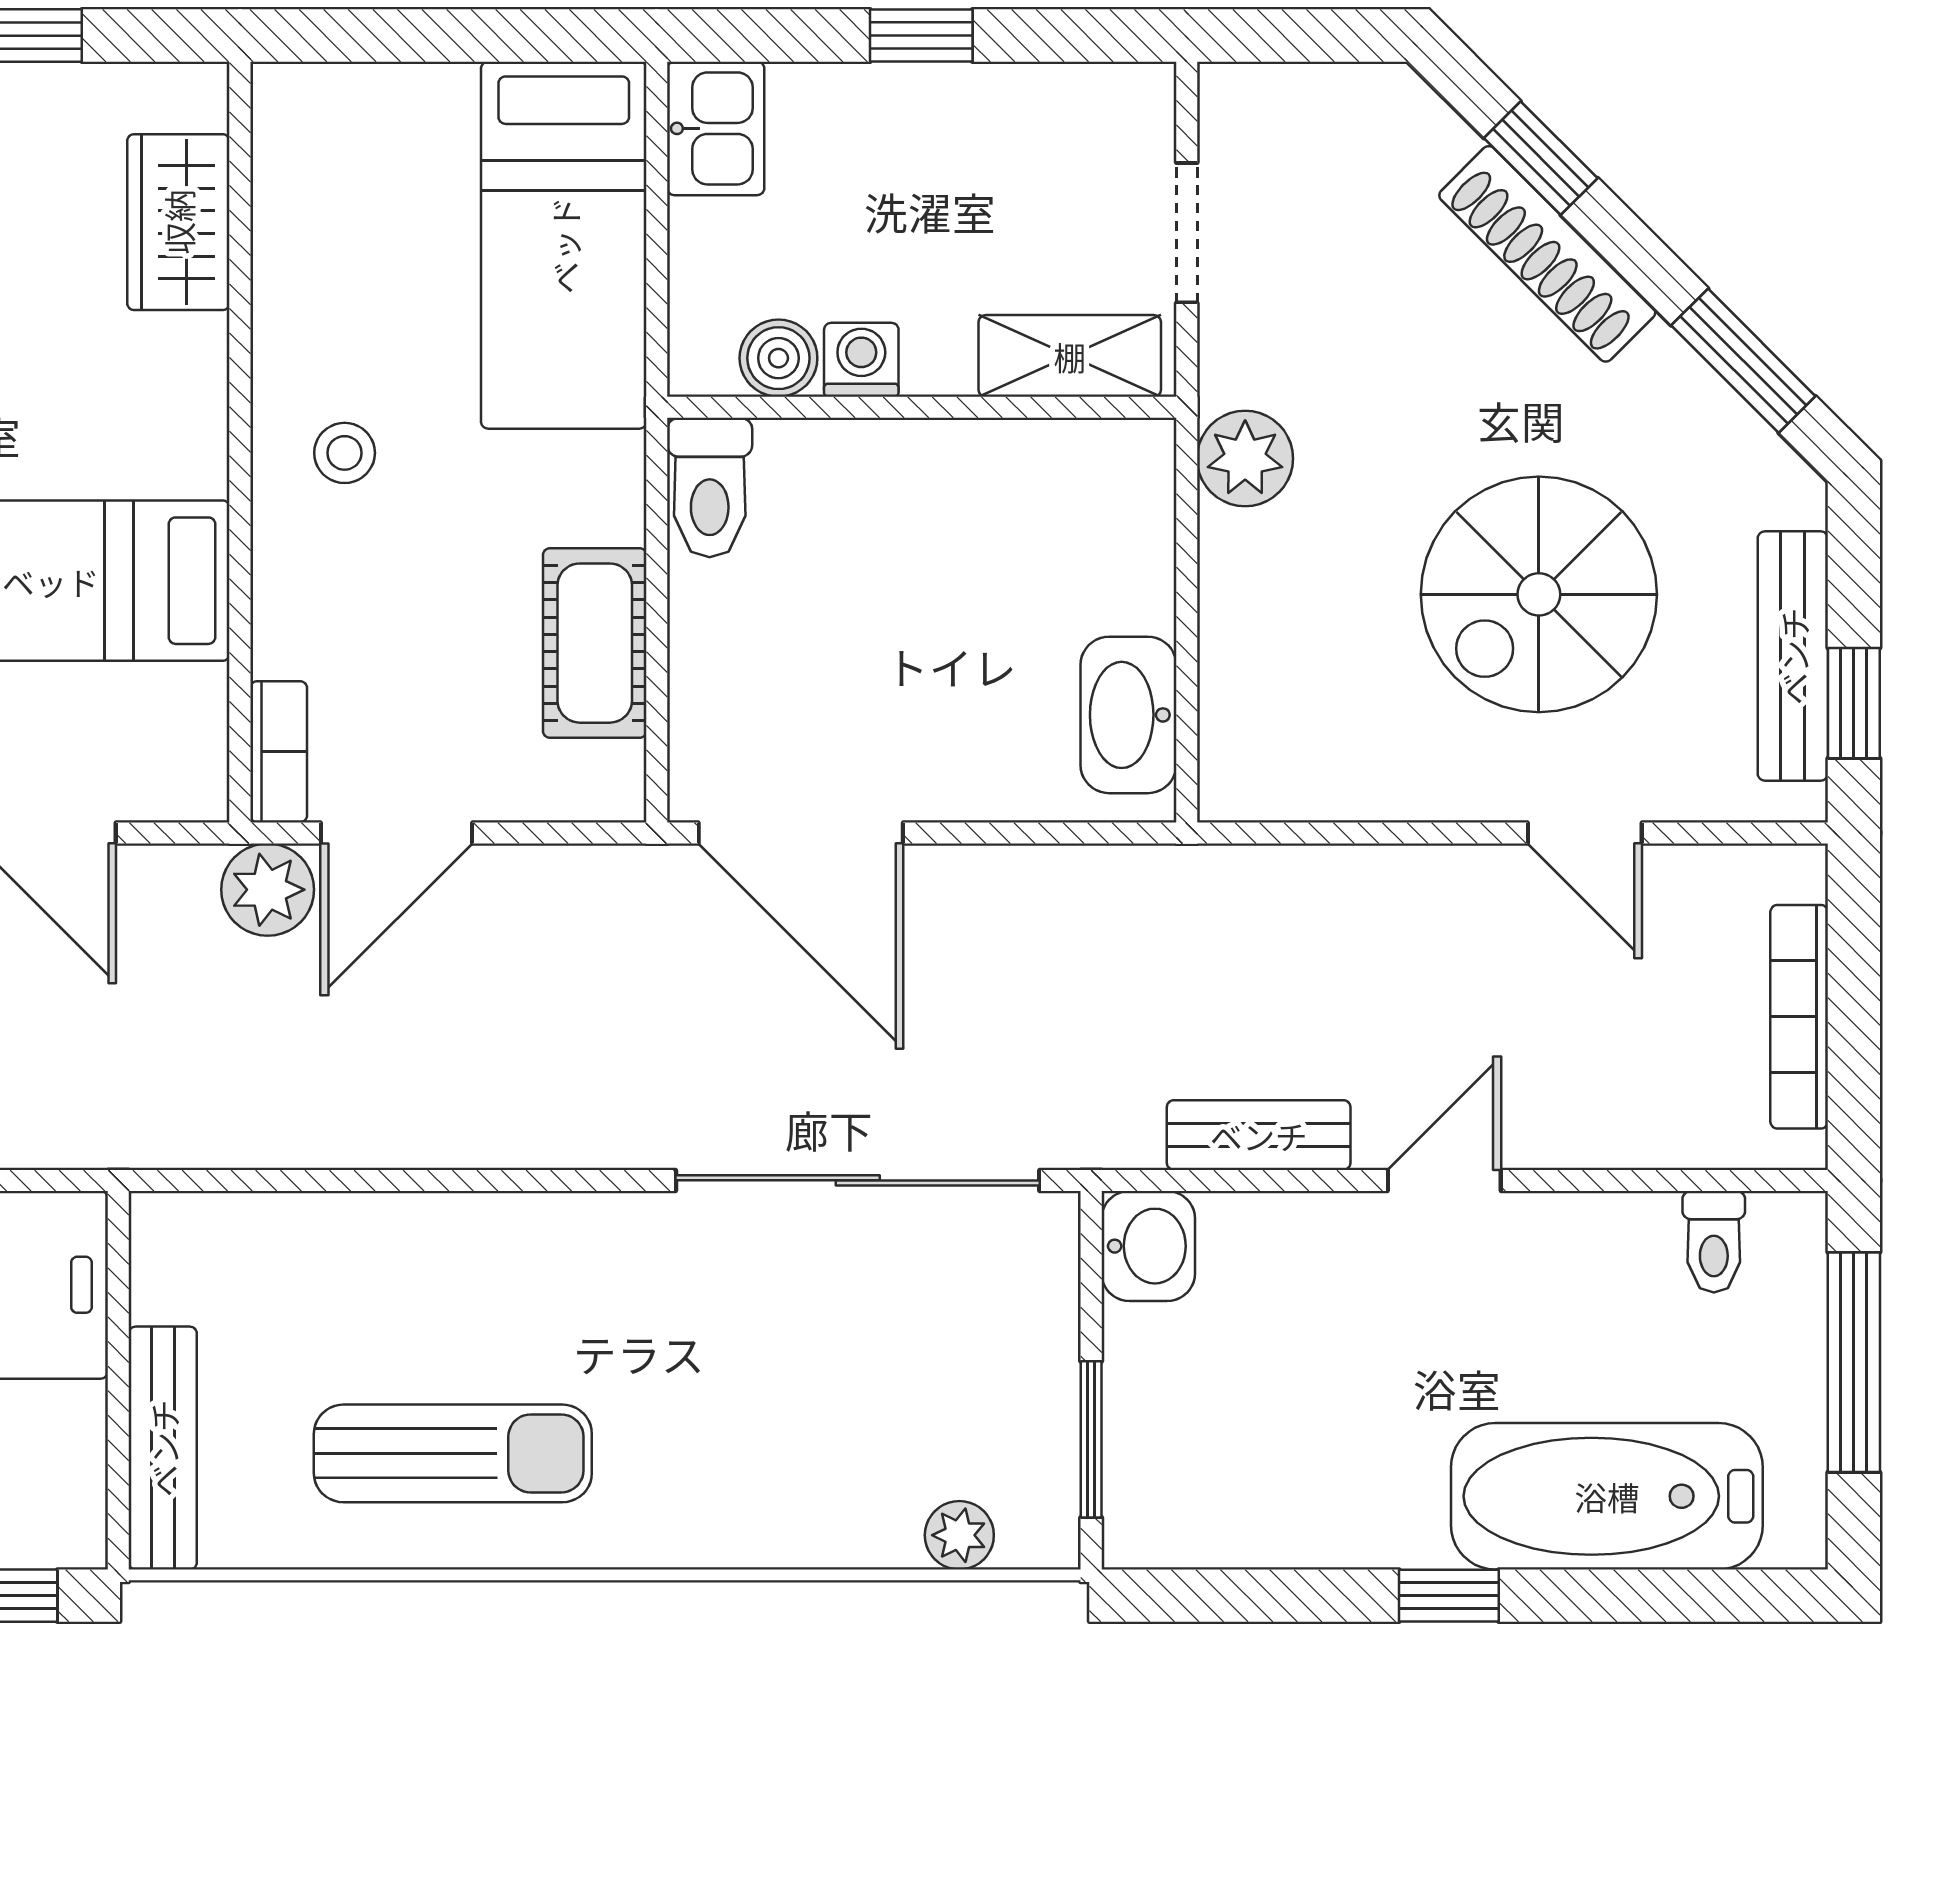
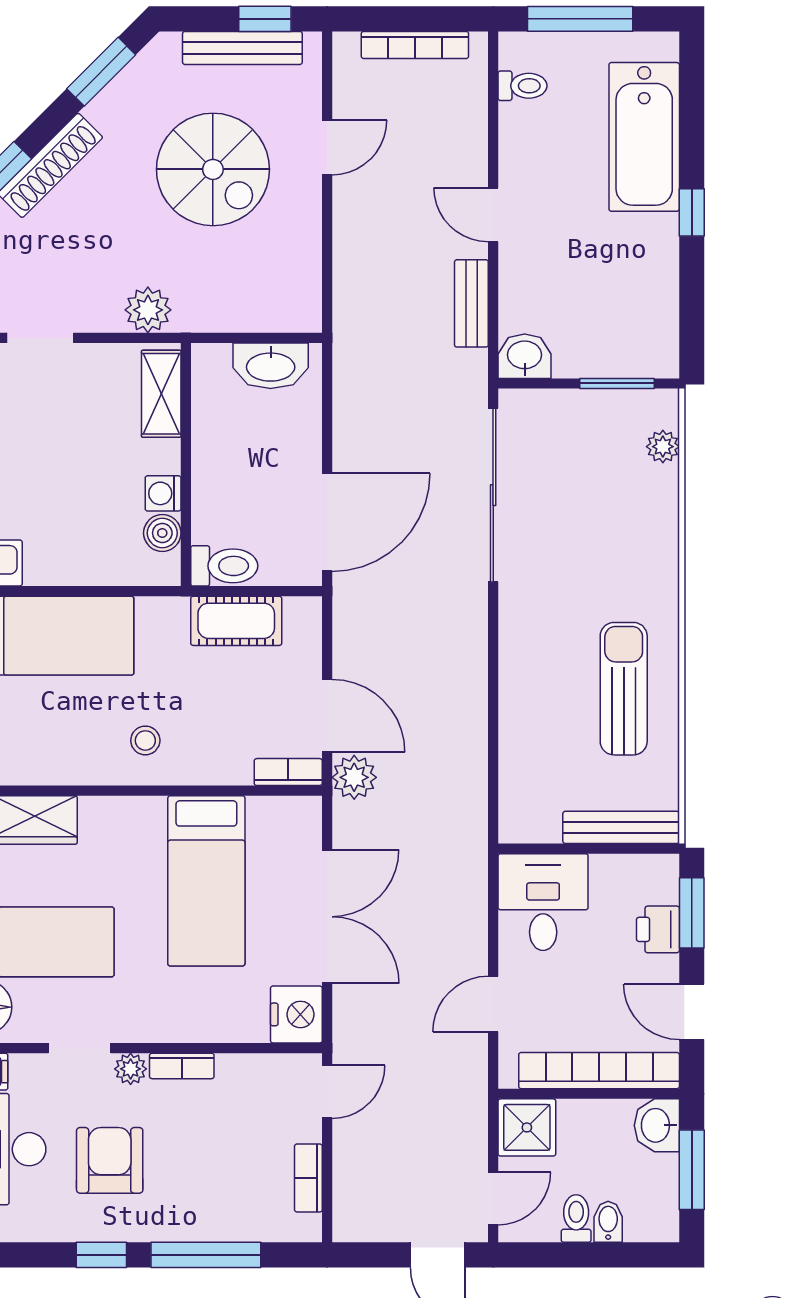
shelving: (1070, 356) -> (161, 394), moved
boiler: (778, 358) -> (162, 533), moved
washing machine: (861, 360) -> (163, 493), moved
wall: (922, 407) -> (186, 464), moved
toilet: (710, 488) -> (224, 566), moved

